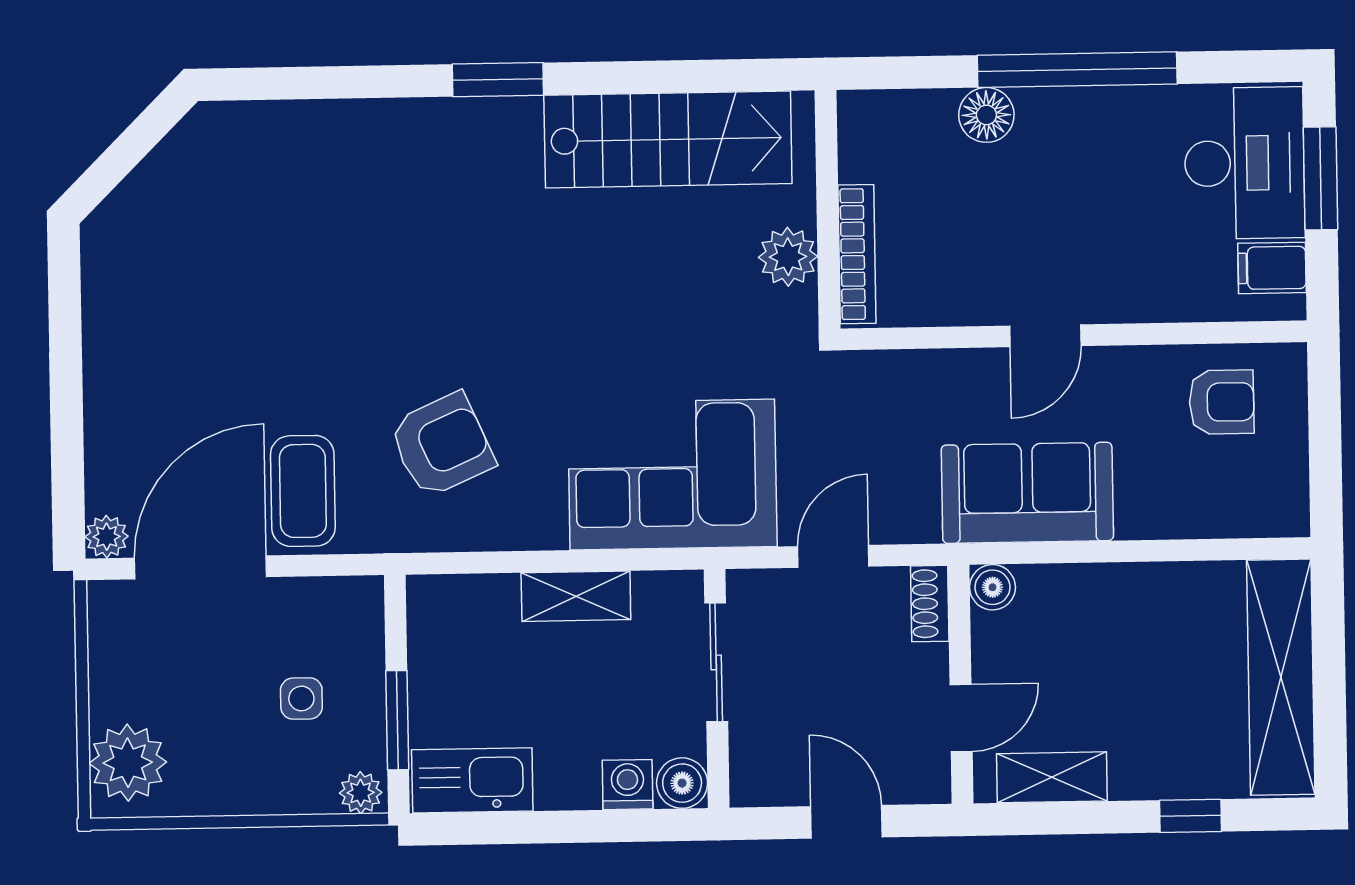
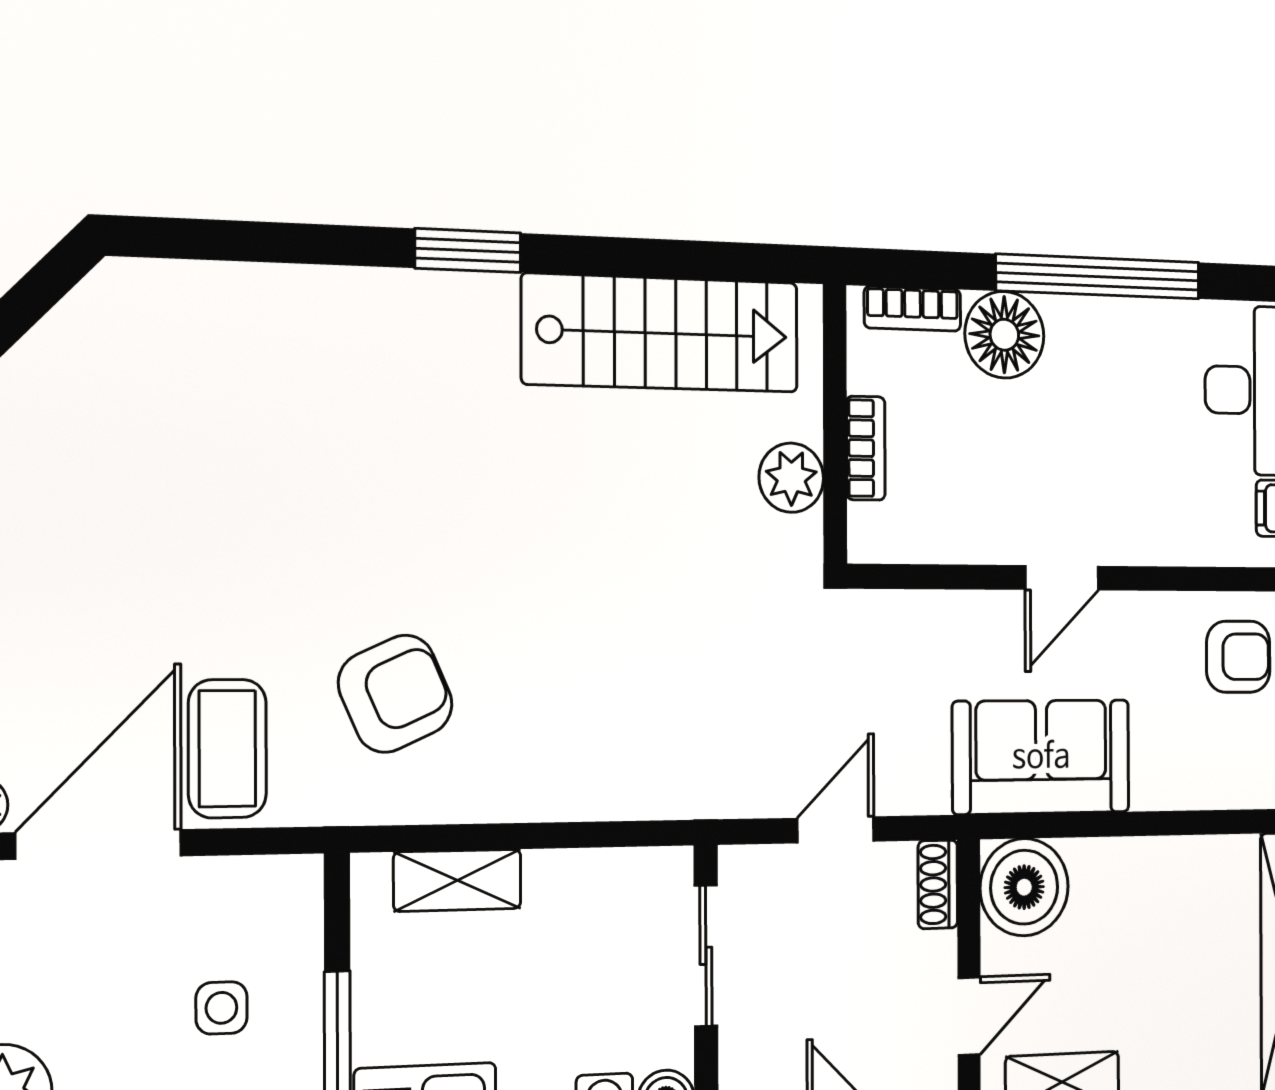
bookcase: (899, 107) -> (913, 309), added
floor lamp: (986, 115) -> (1004, 335), width x1.38, depth x1.38
bookcase: (857, 254) -> (866, 448), width x0.64
corner sofa: (672, 475) -> (660, 732), removed
boiler: (992, 587) -> (1024, 887), width x1.86, depth x1.86
shelving: (576, 596) -> (457, 880), moved

